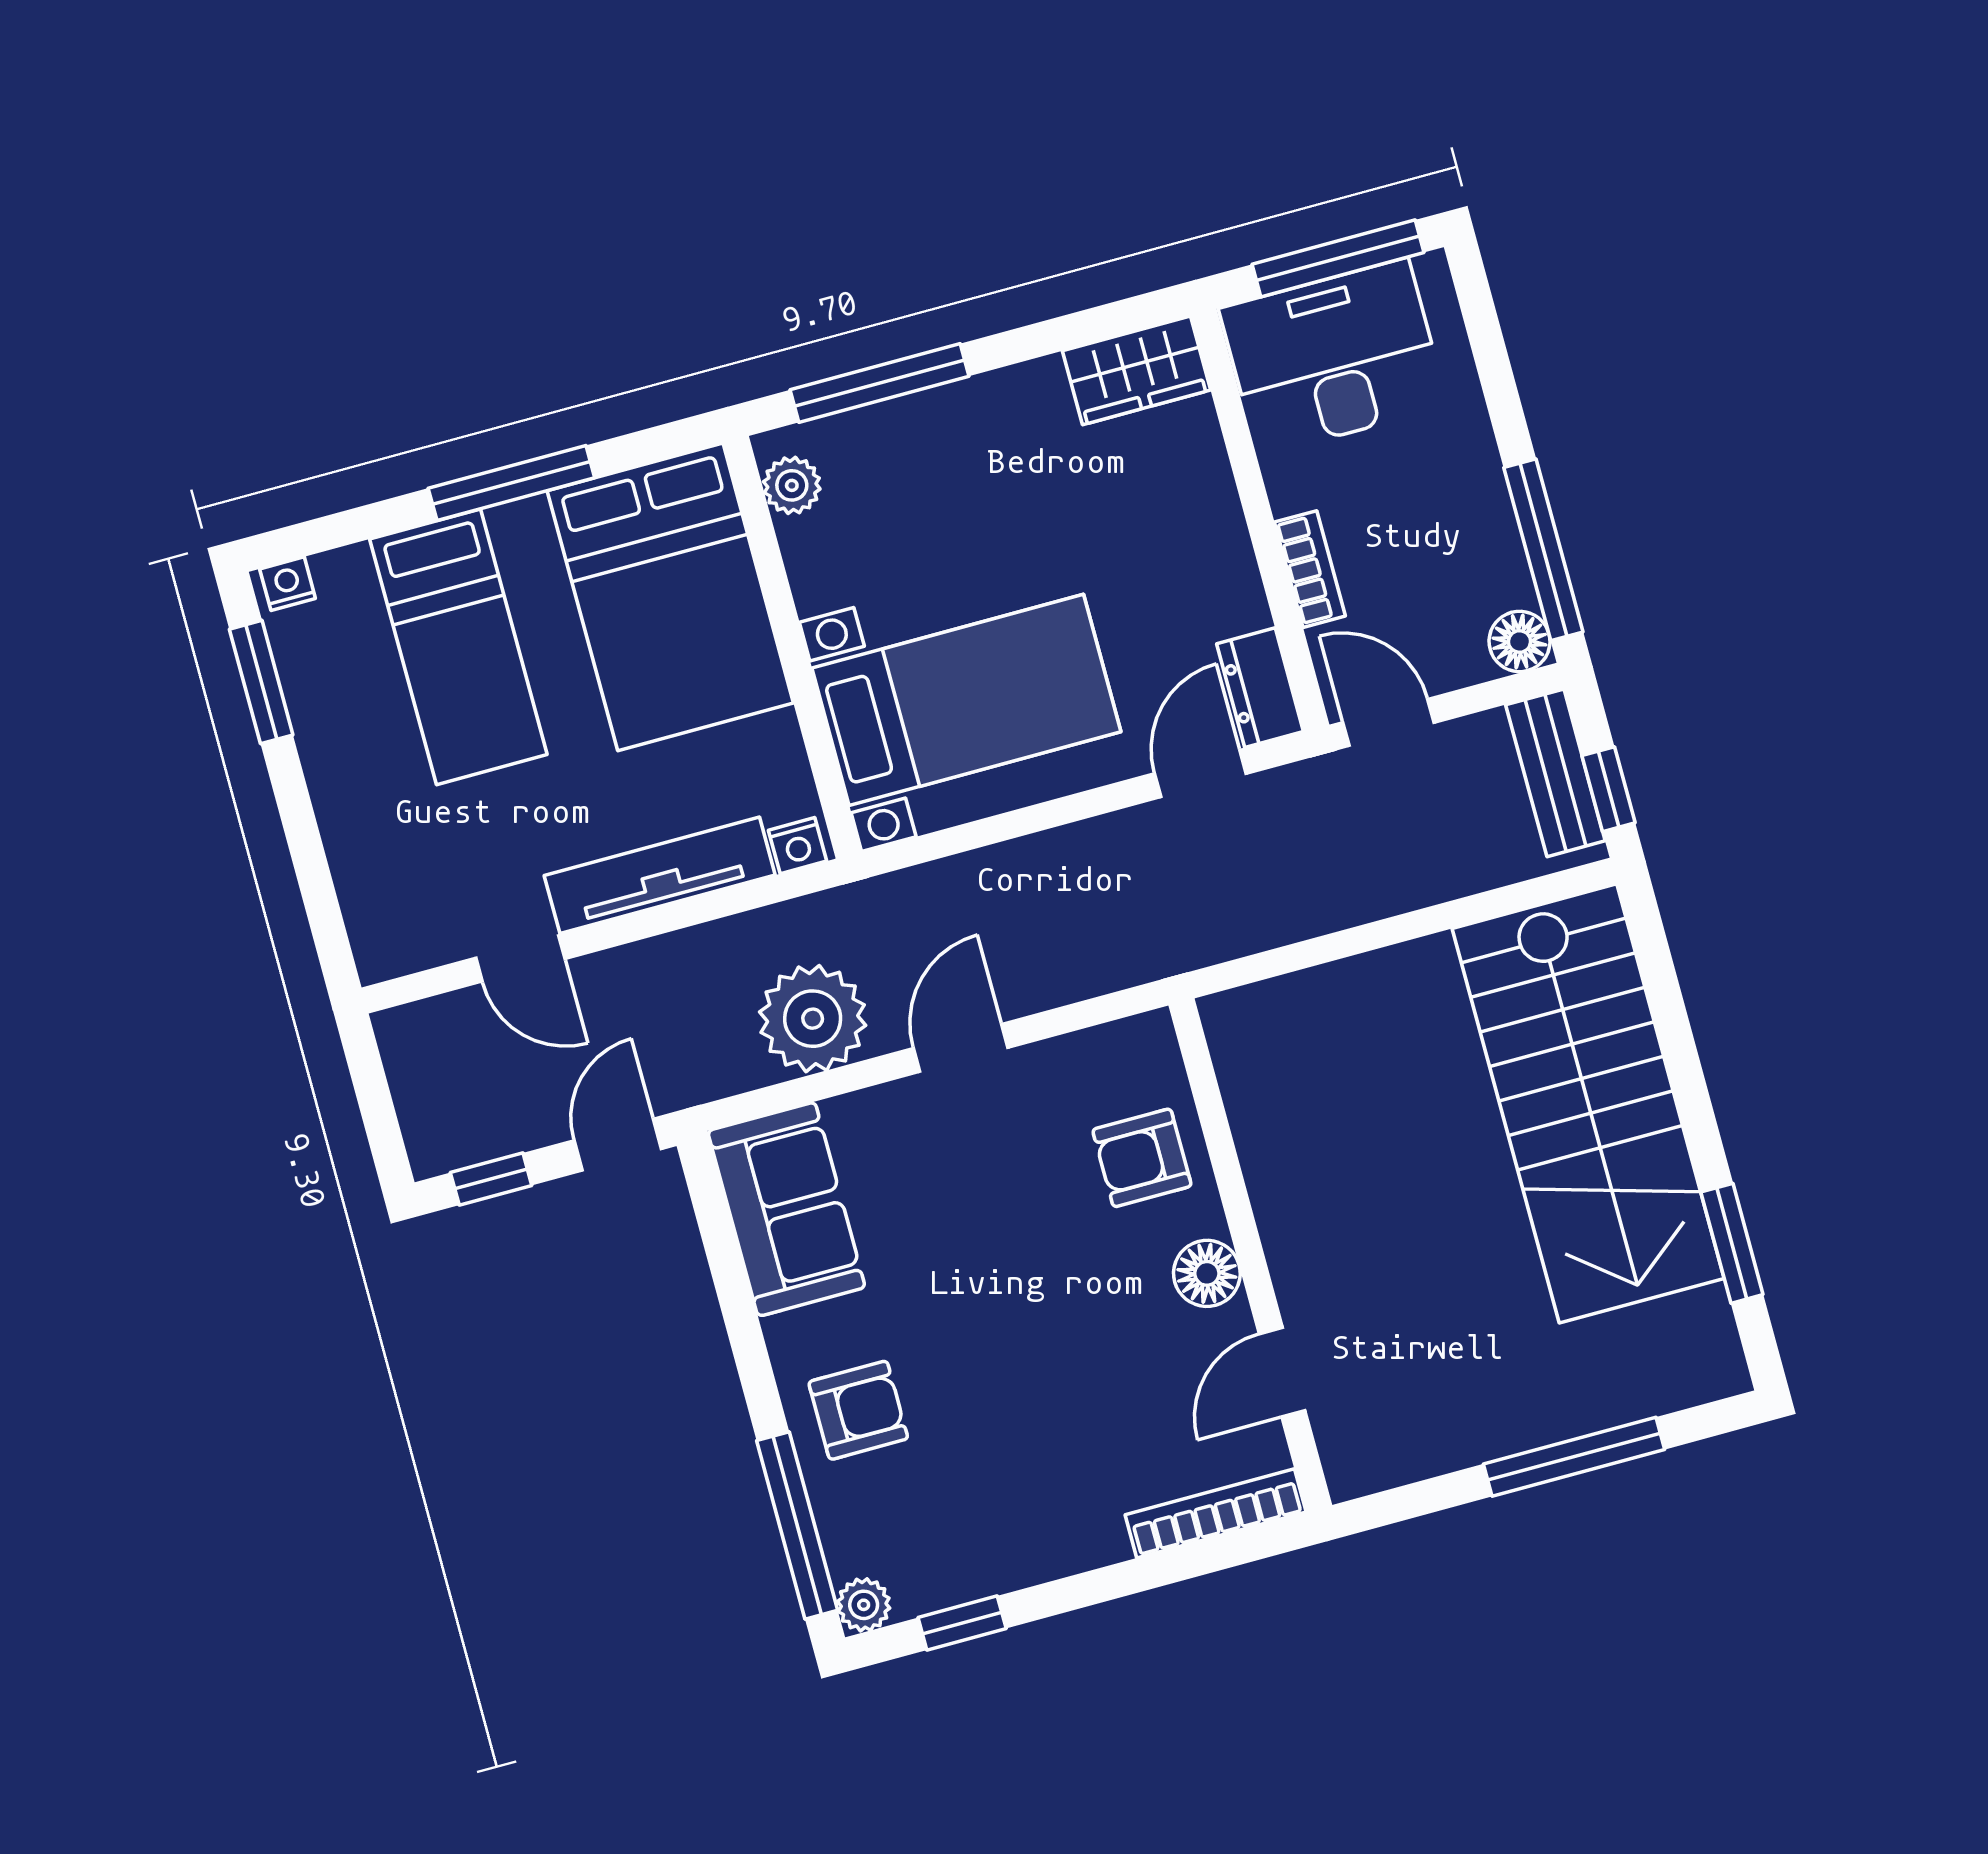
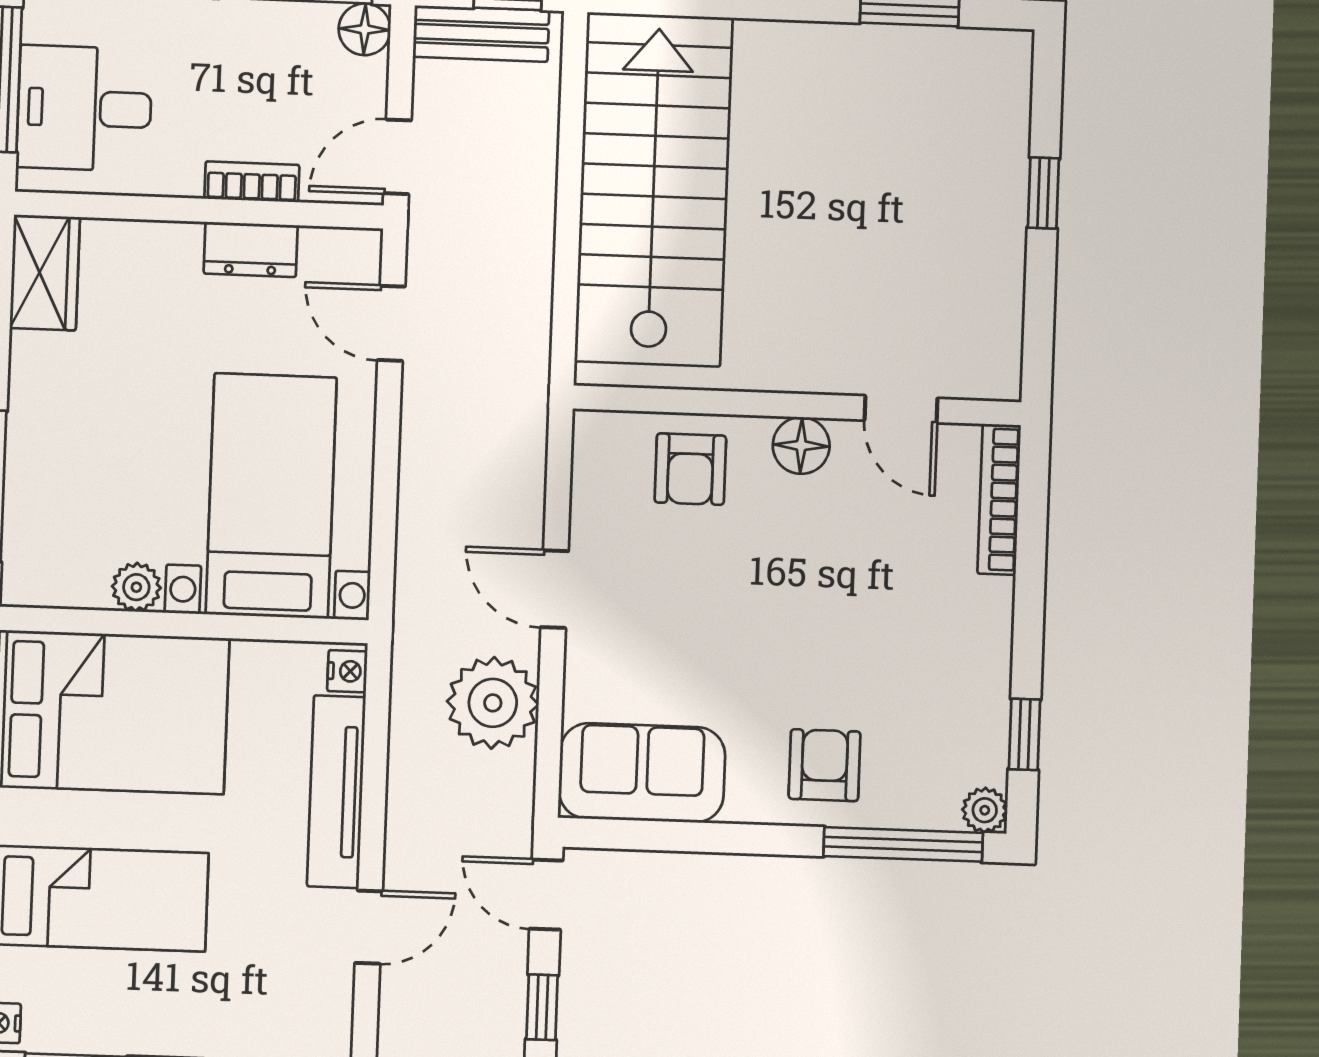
desk: (1333, 357) -> (84, 108), width x0.73
plant: (792, 485) -> (136, 587), moved
dresser: (1260, 688) -> (251, 249), moved
stairs: (1588, 1103) -> (654, 189), moved, turned -90
window: (1574, 1457) -> (1043, 193), width x0.46

